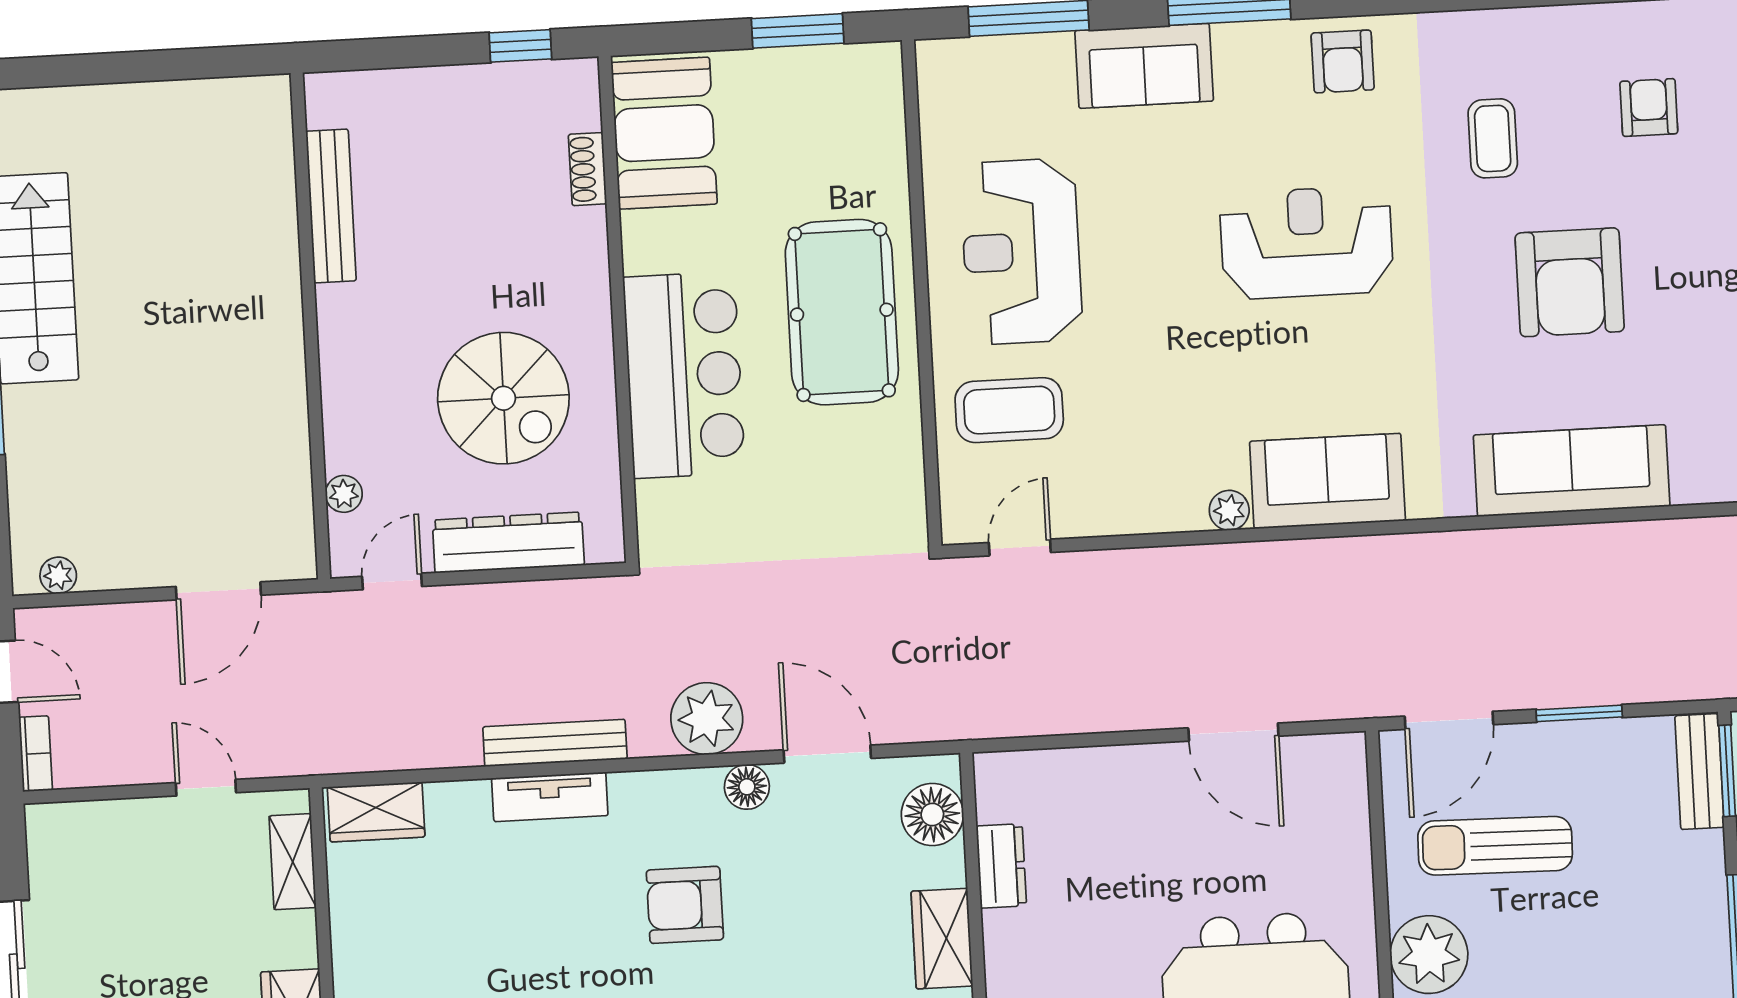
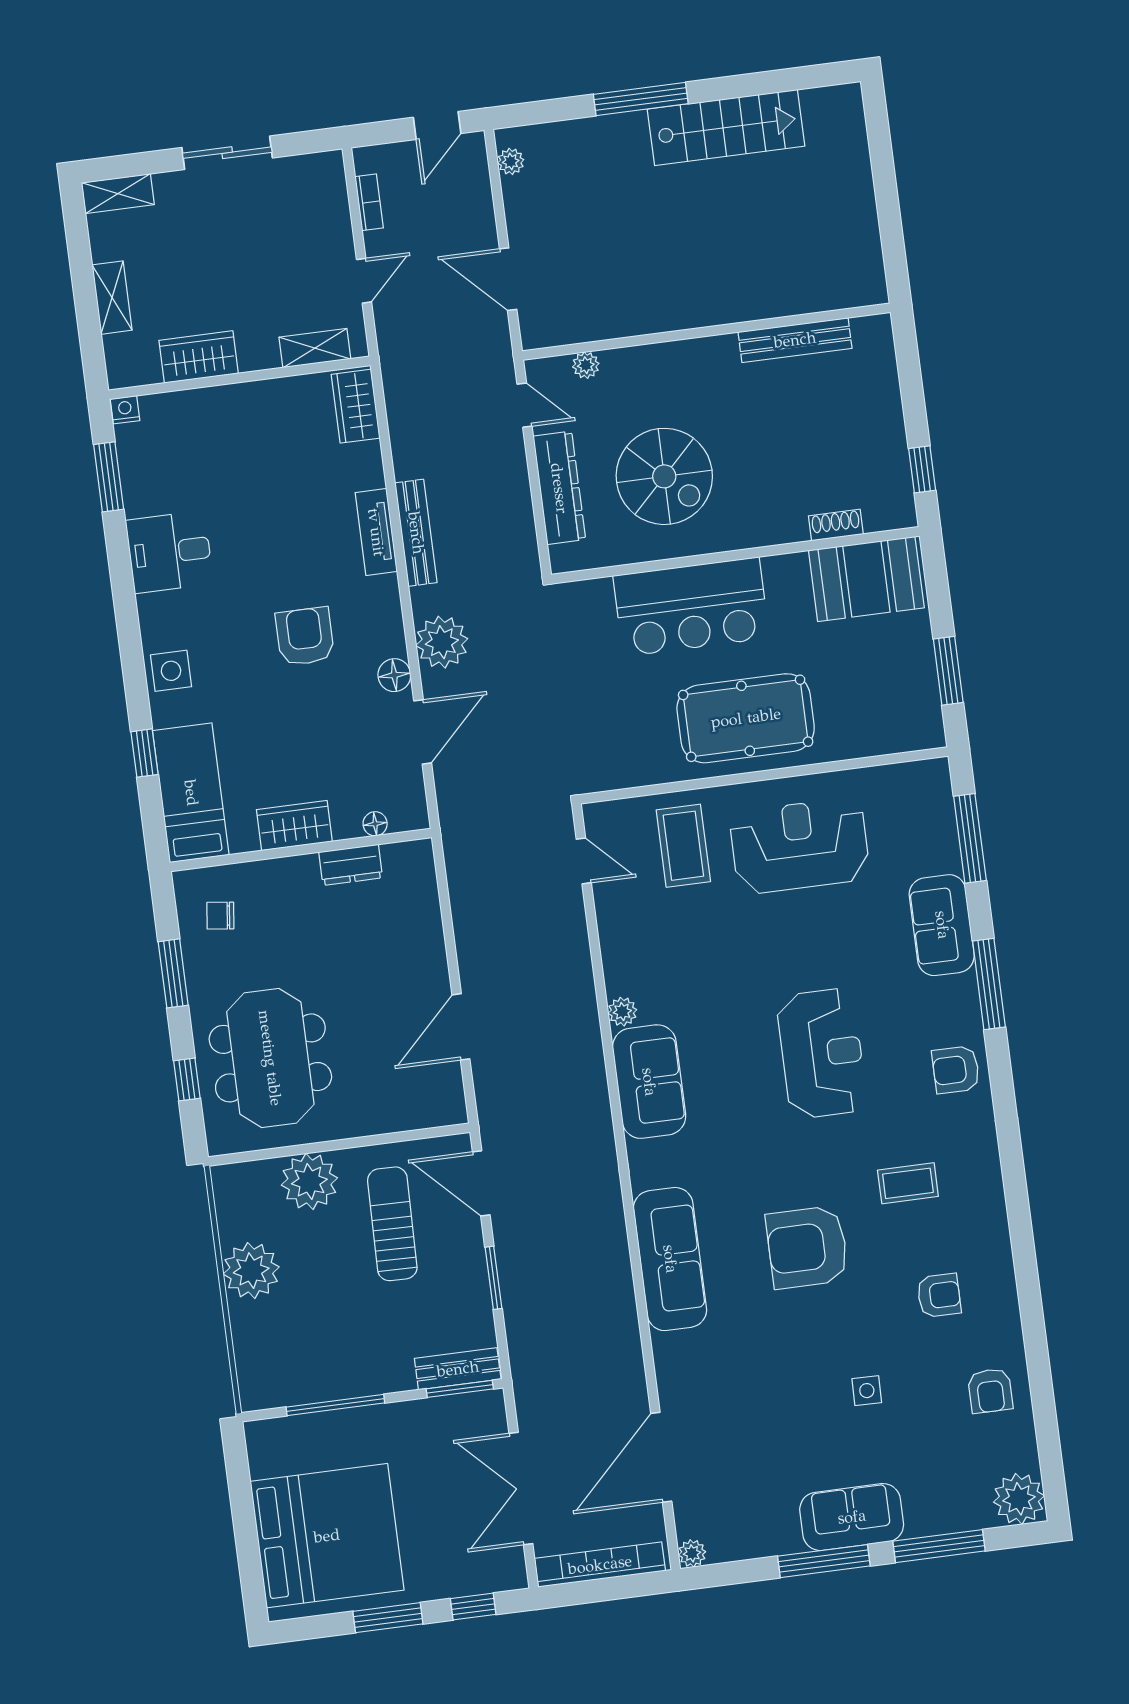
spiral stairs: (503, 398) -> (664, 476), turned -90
bookcase: (36, 754) -> (369, 202), moved, turned -90
floor lamp: (932, 815) -> (375, 824), width x0.53, depth x0.53

